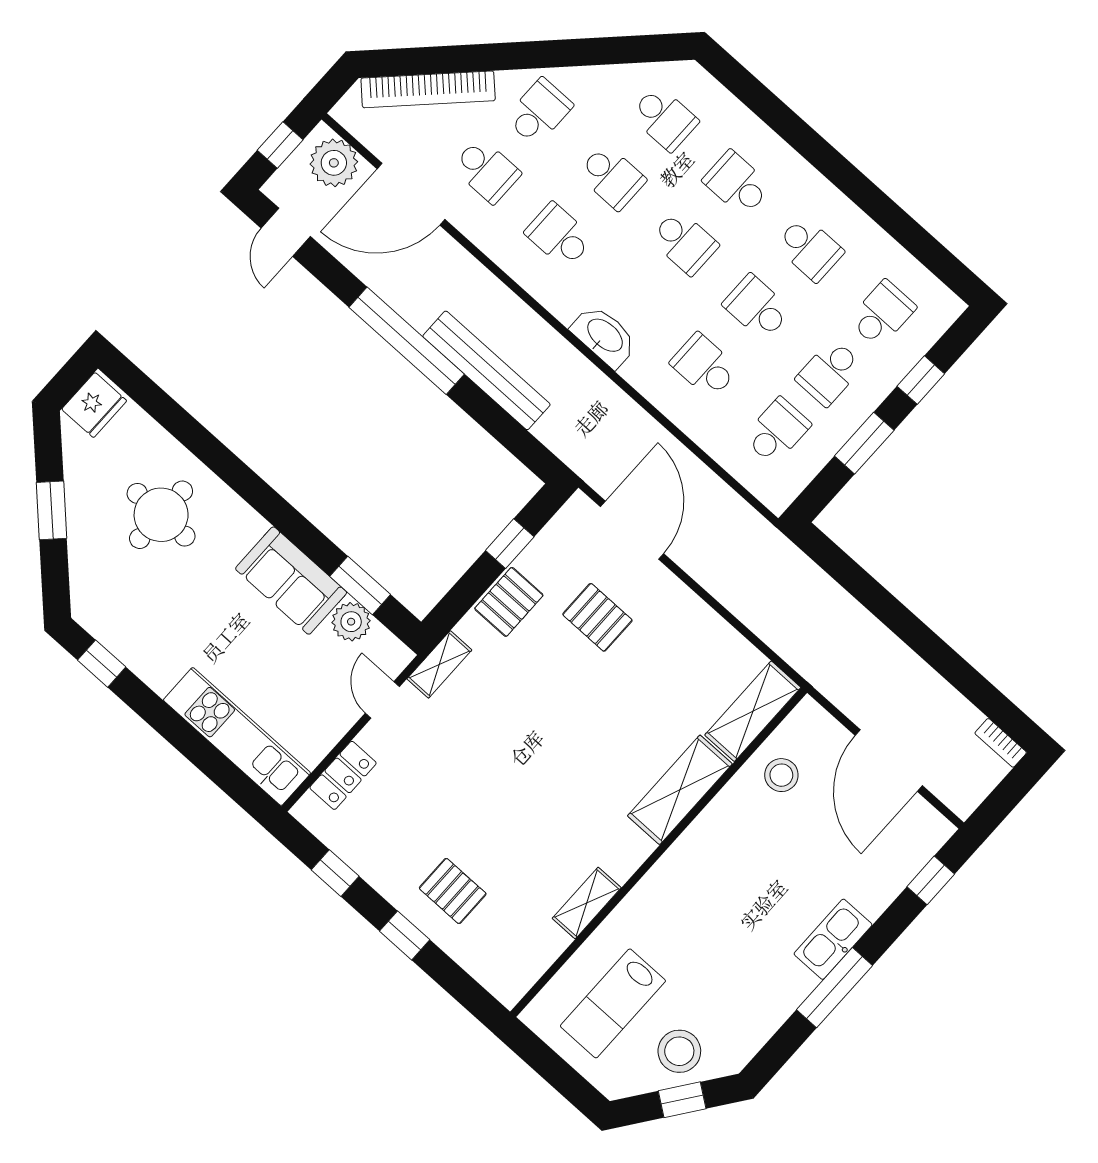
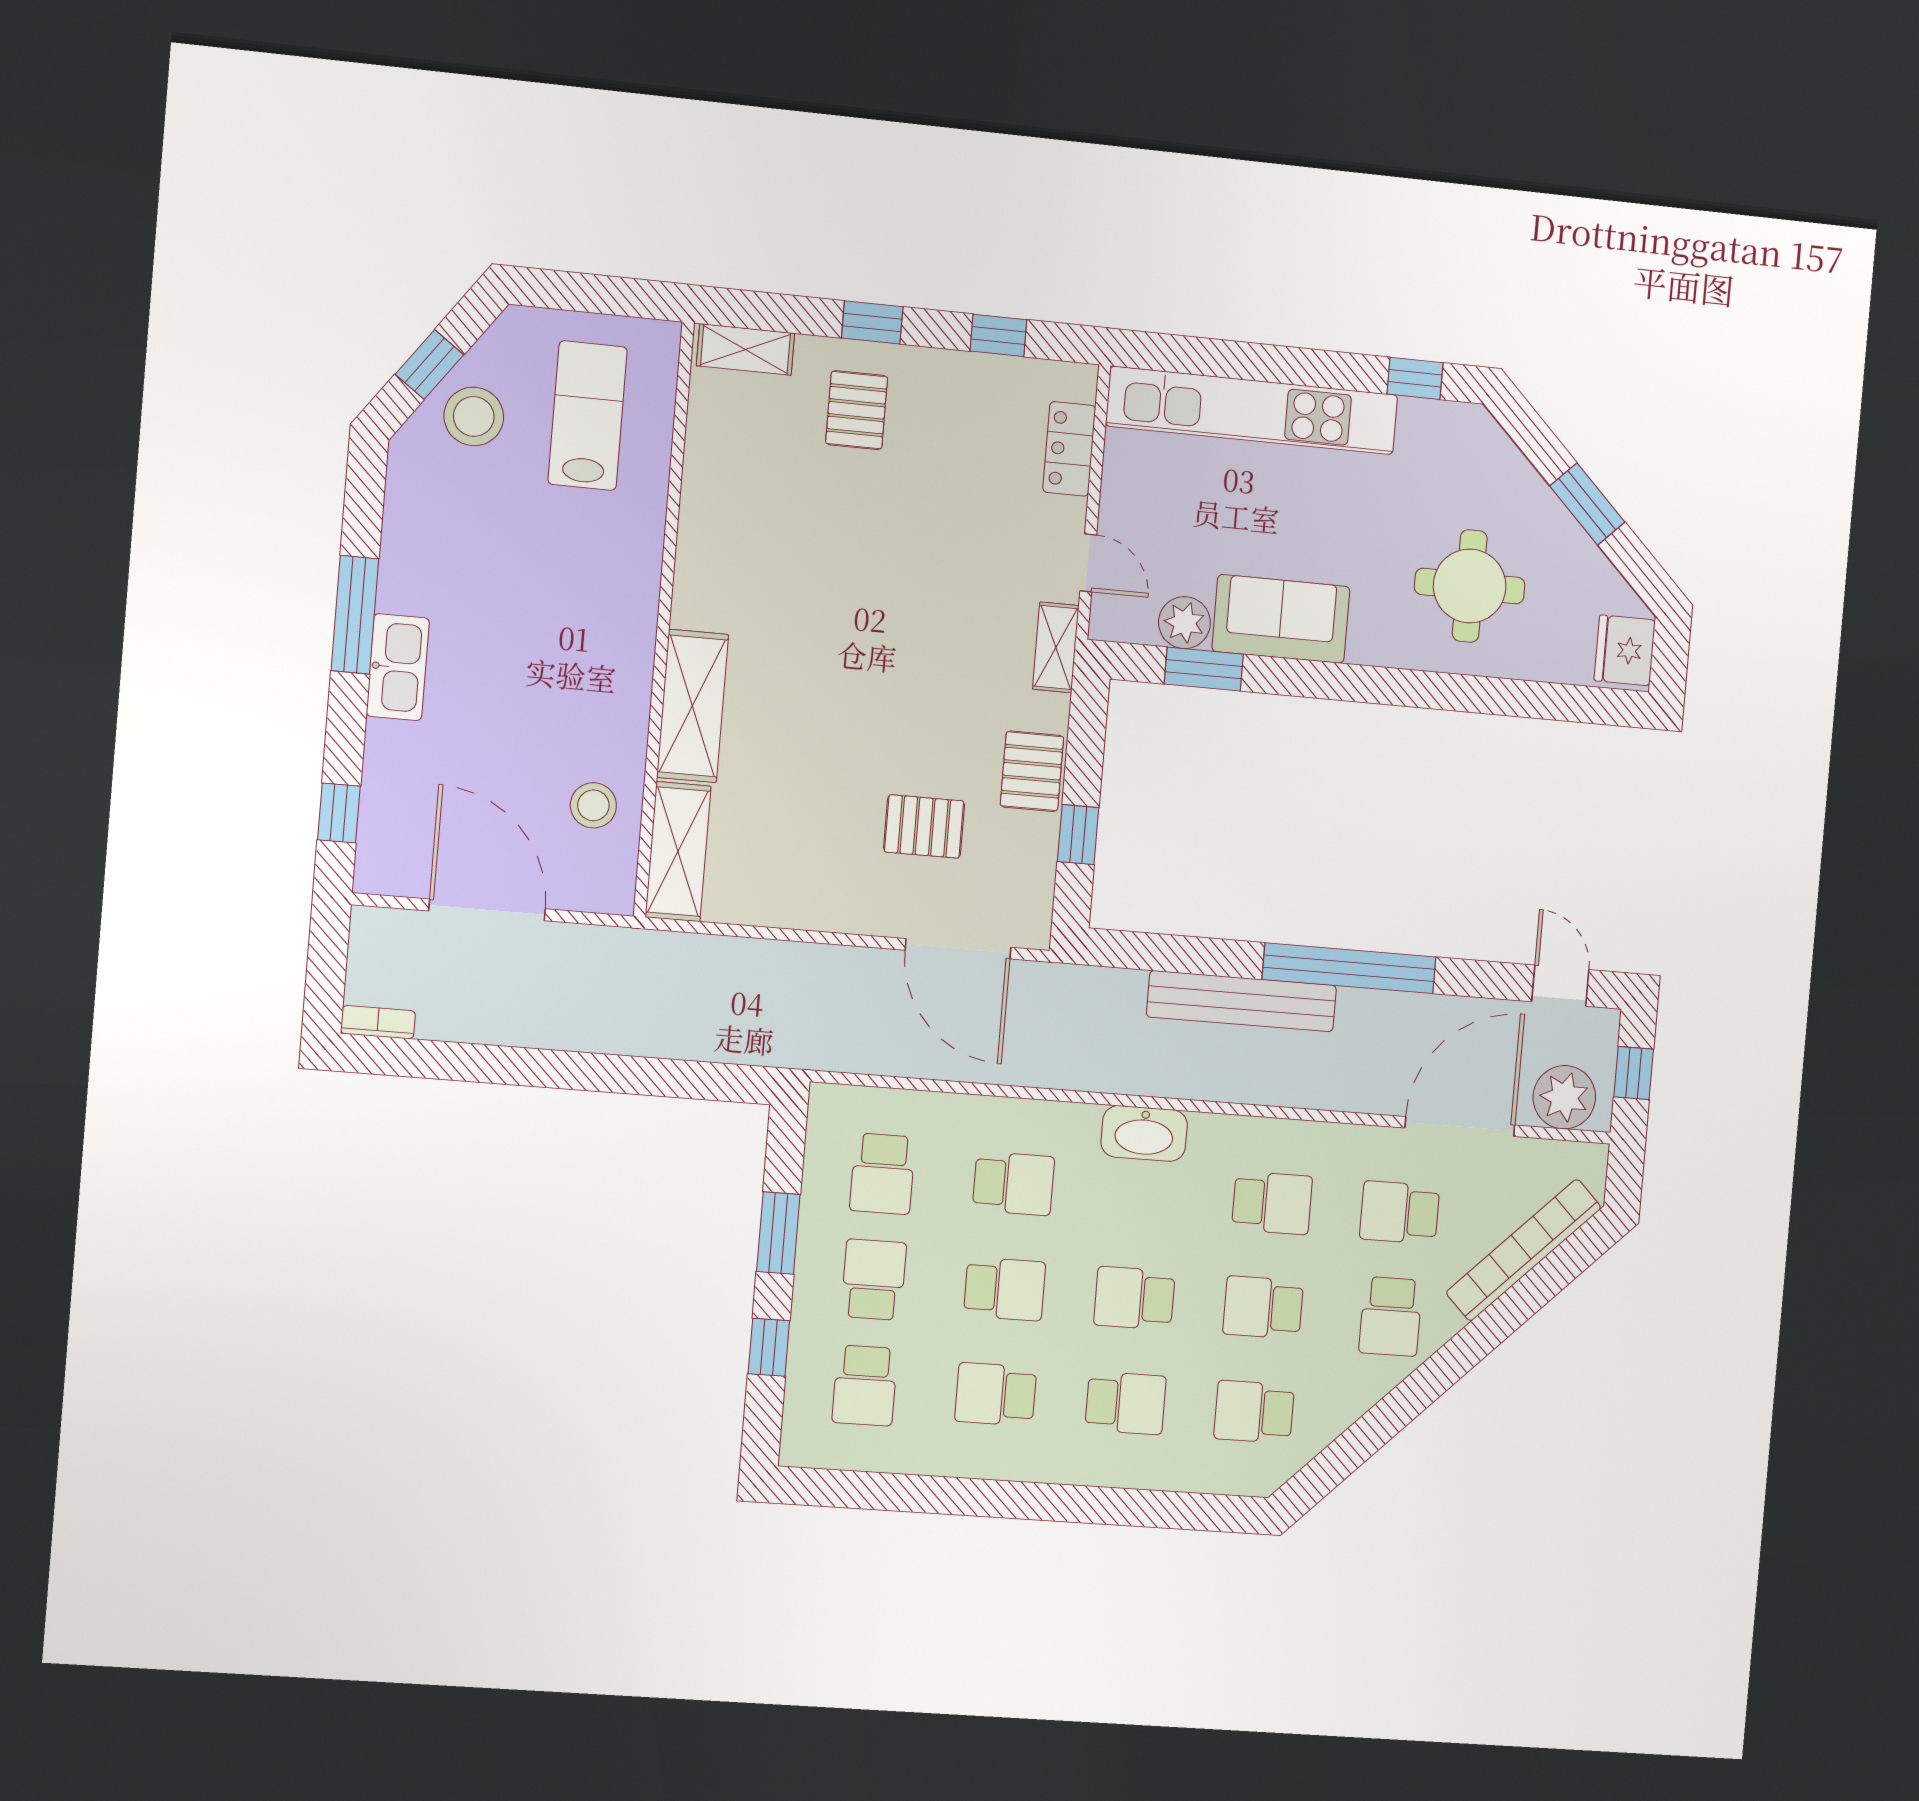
kitchen unit: (237, 737) -> (1252, 410), width x1.36
pallet: (453, 891) -> (857, 410), turned 90
shelving: (587, 903) -> (745, 350), moved, turned 90

